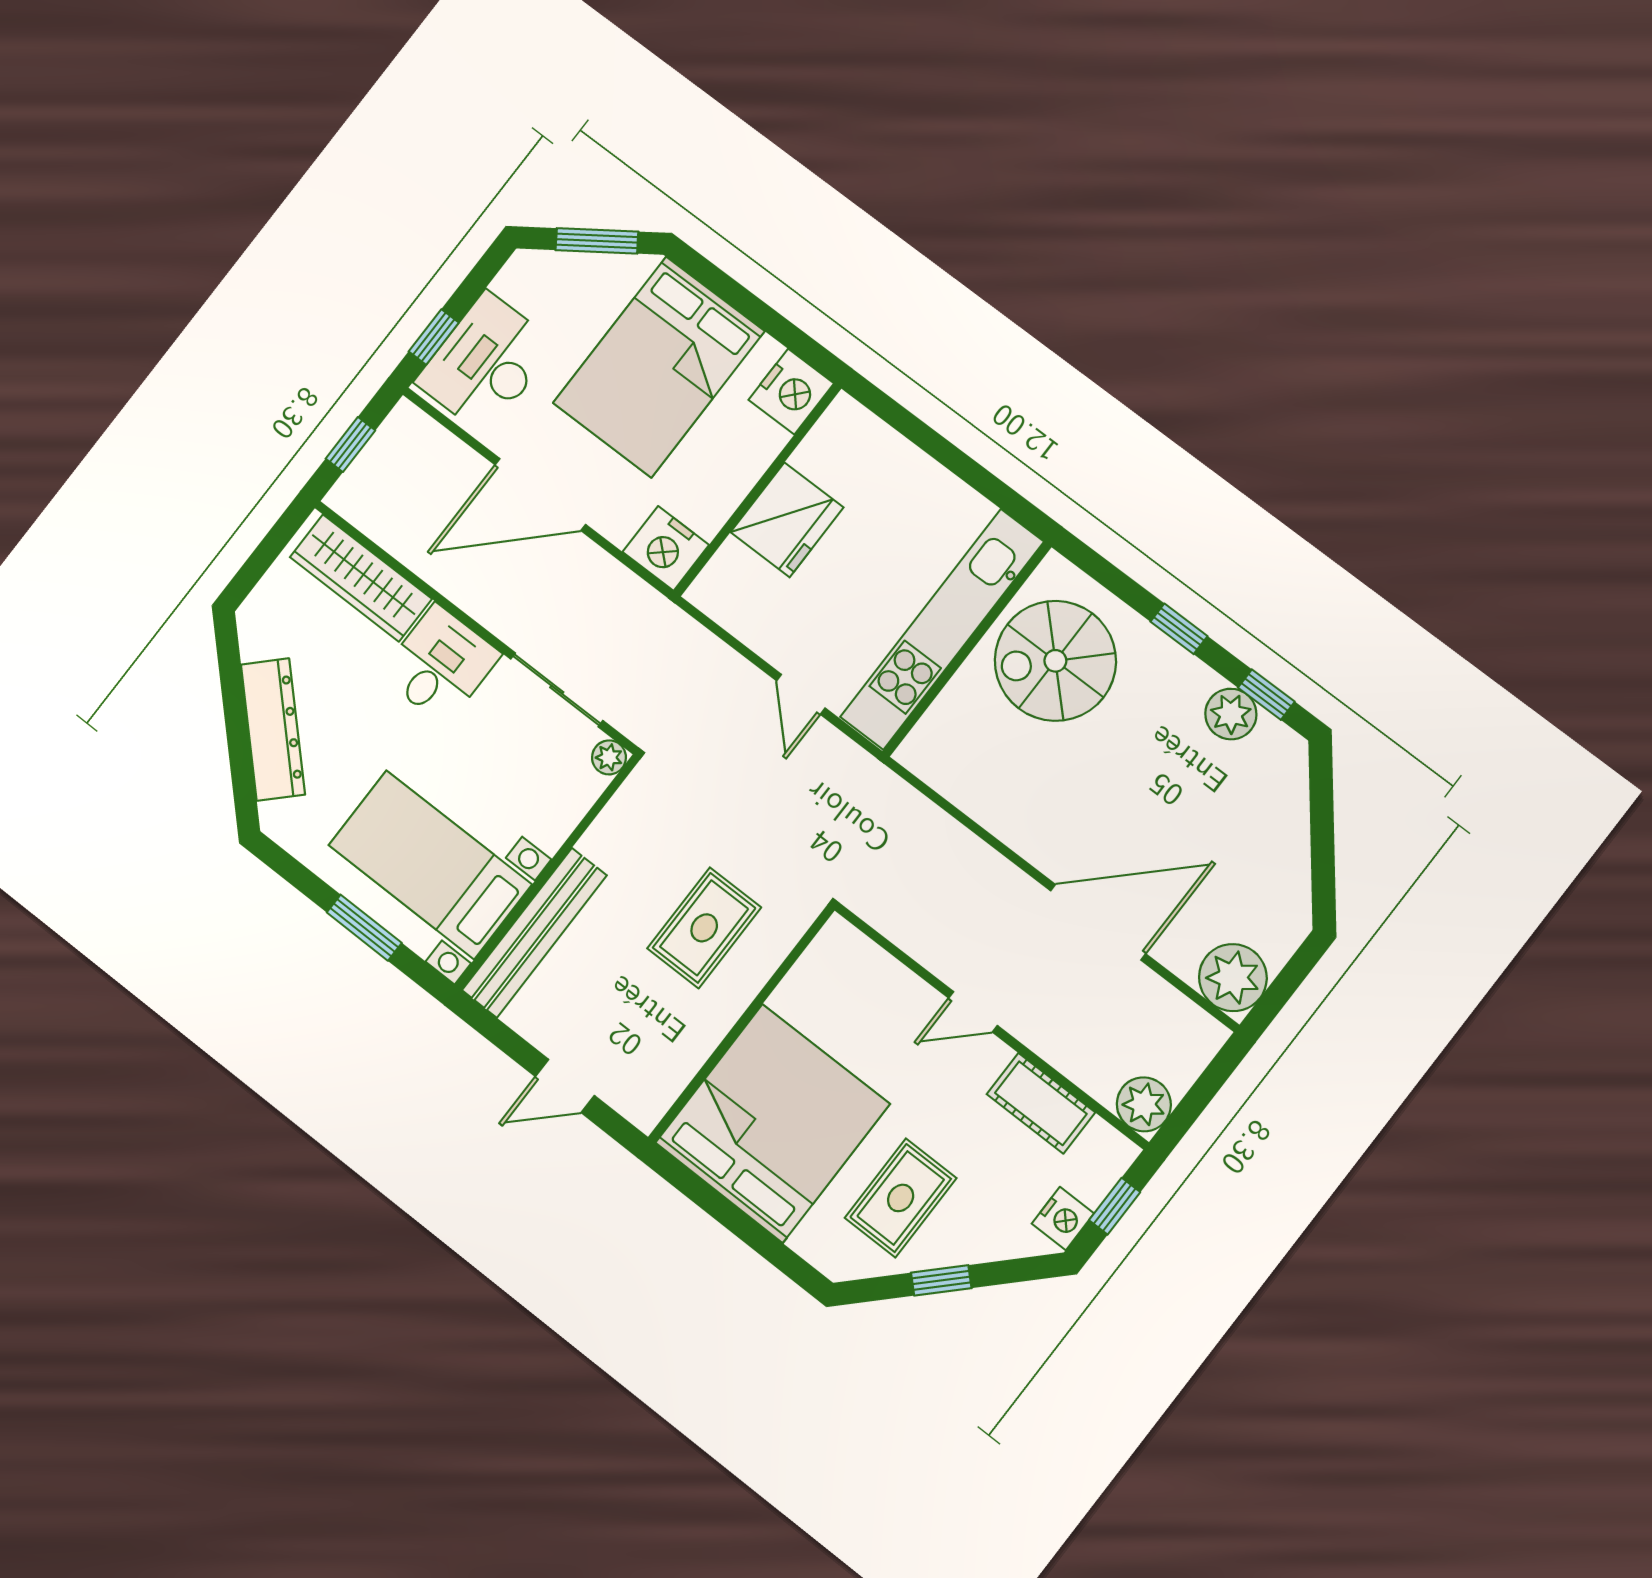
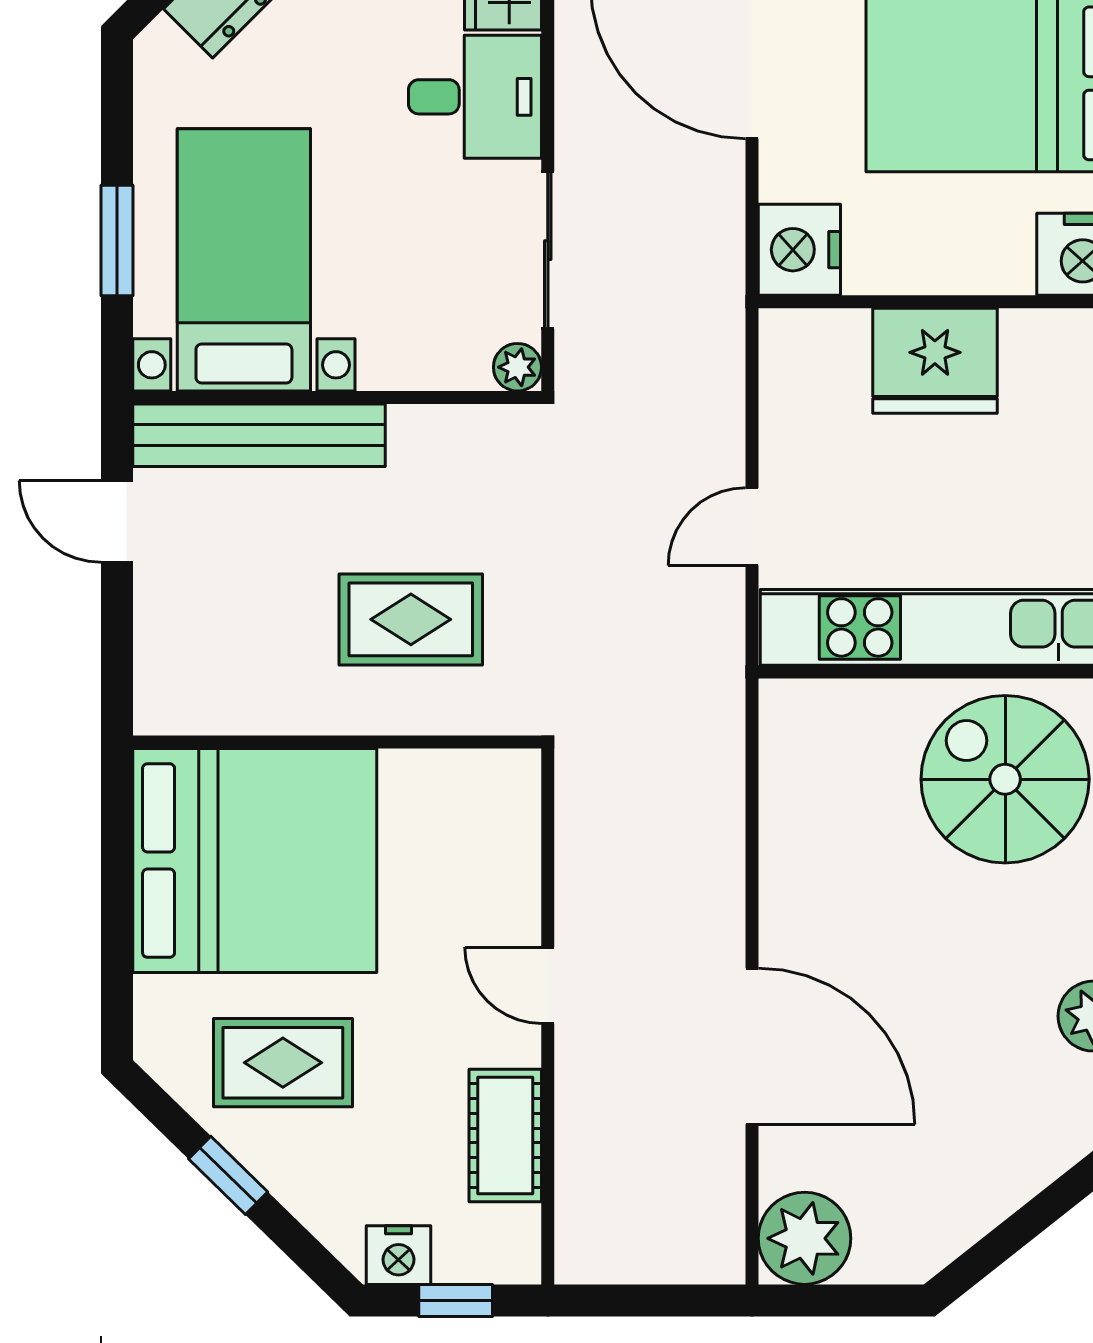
door: (565, 1086) -> (117, 522), moved
plant: (1144, 1104) -> (591, 1248), removed

